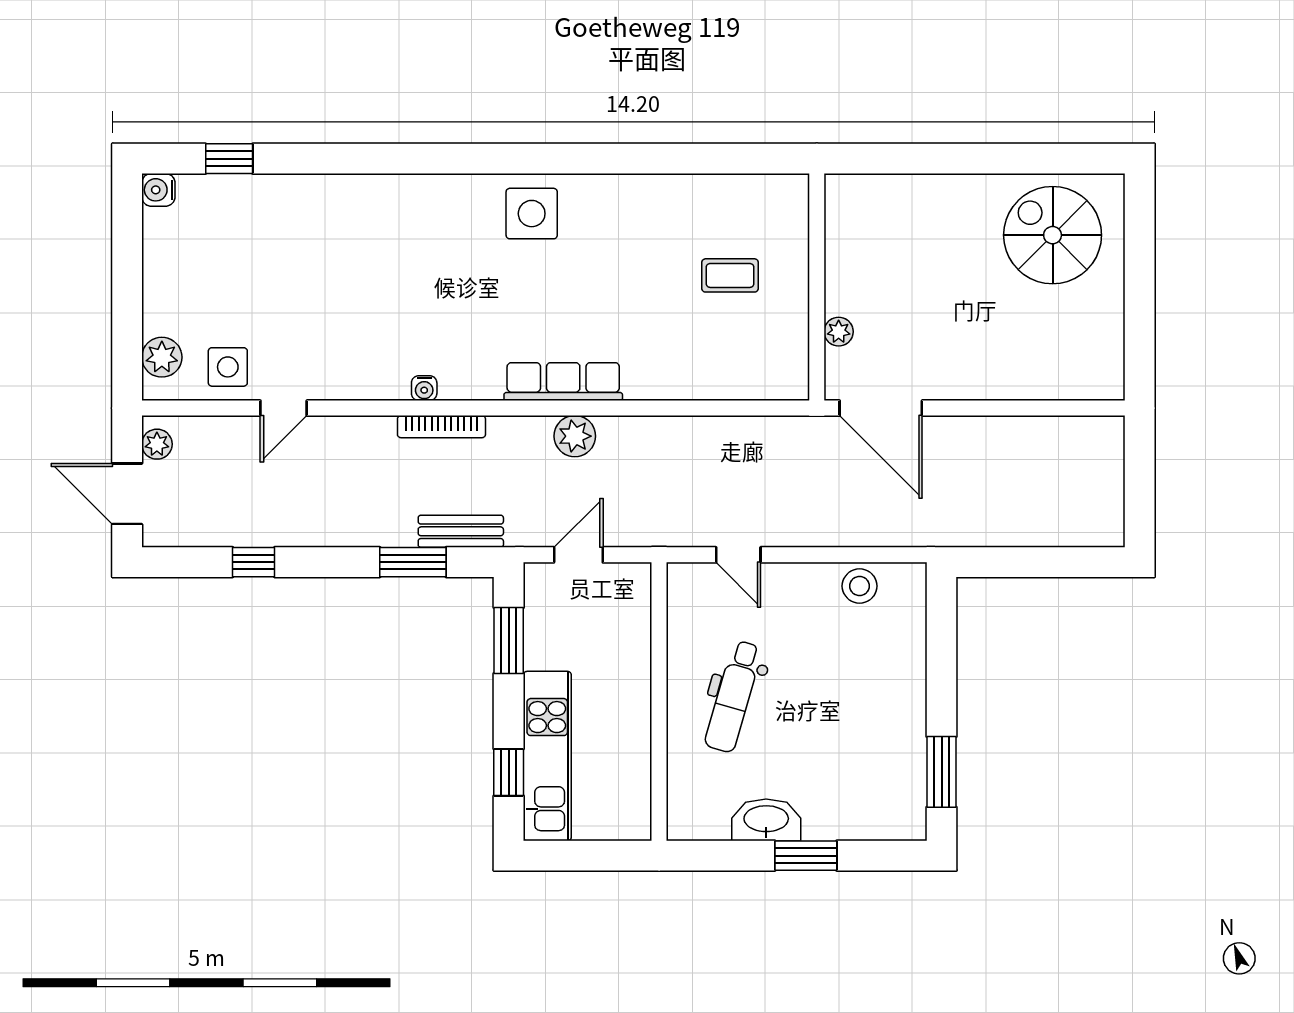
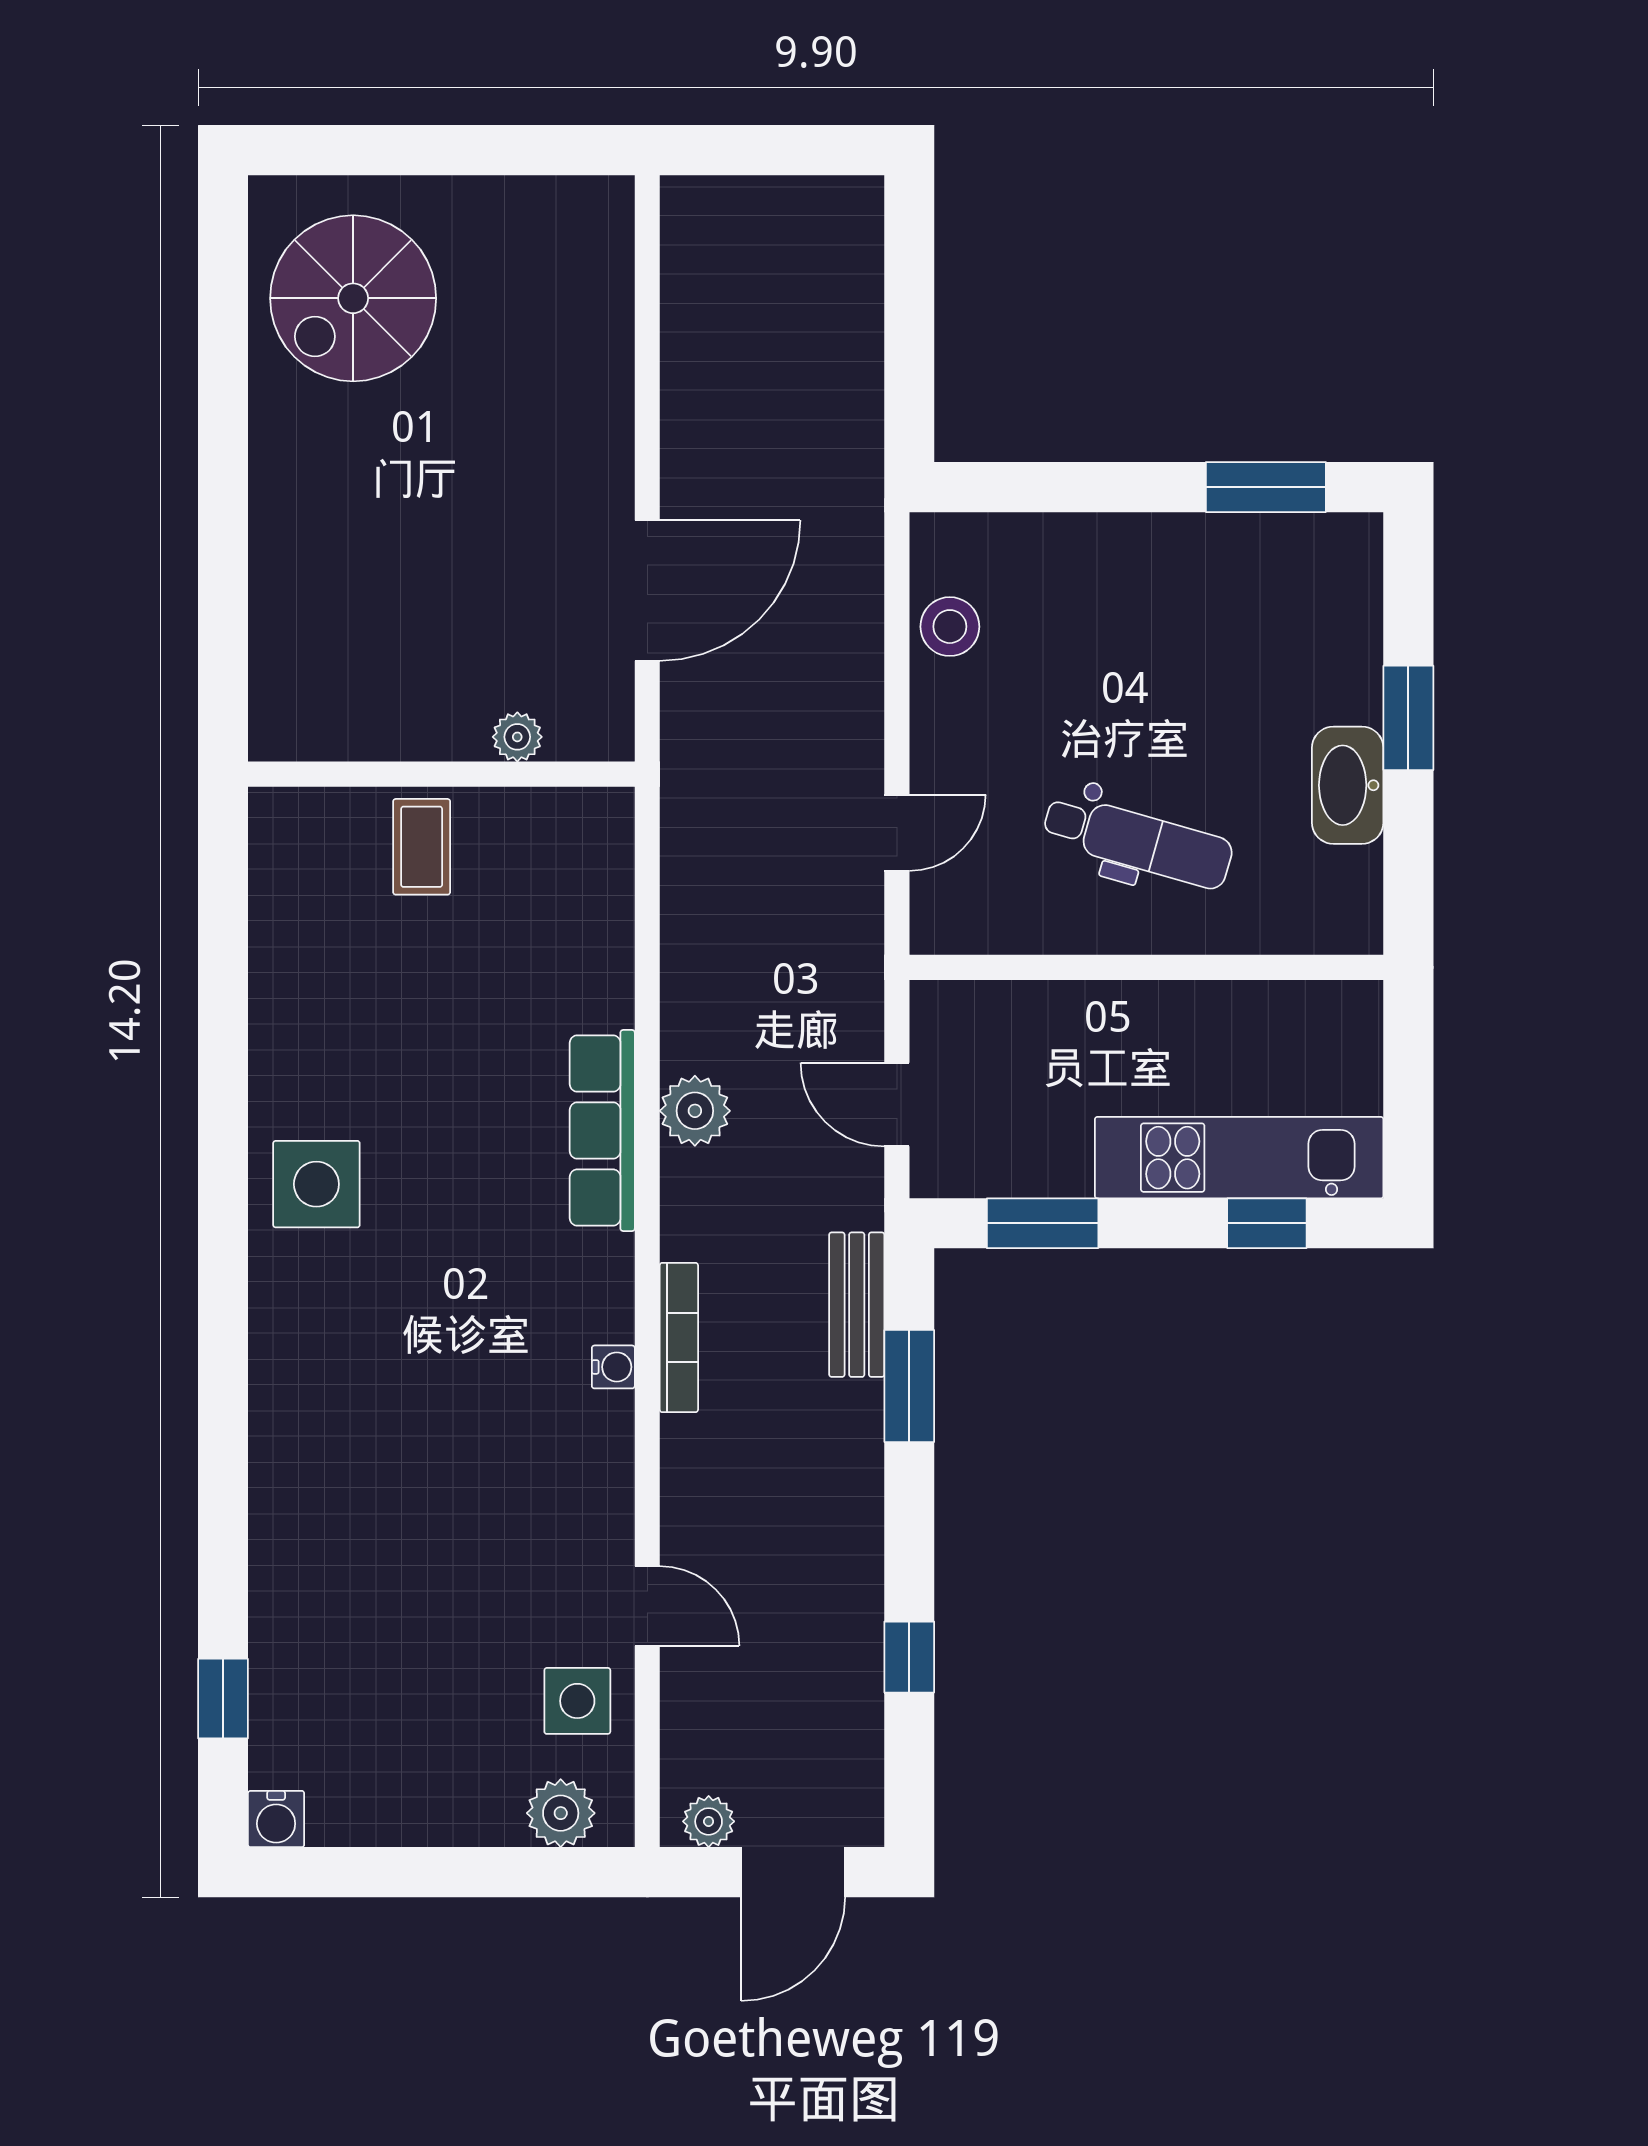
wall: (817, 287) -> (441, 774), moved
plant: (839, 332) -> (517, 737), moved

